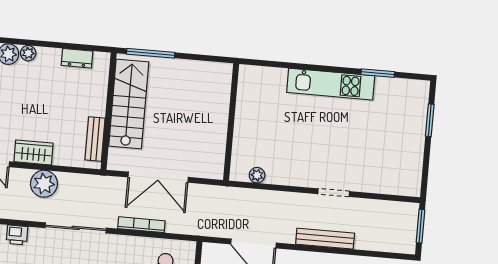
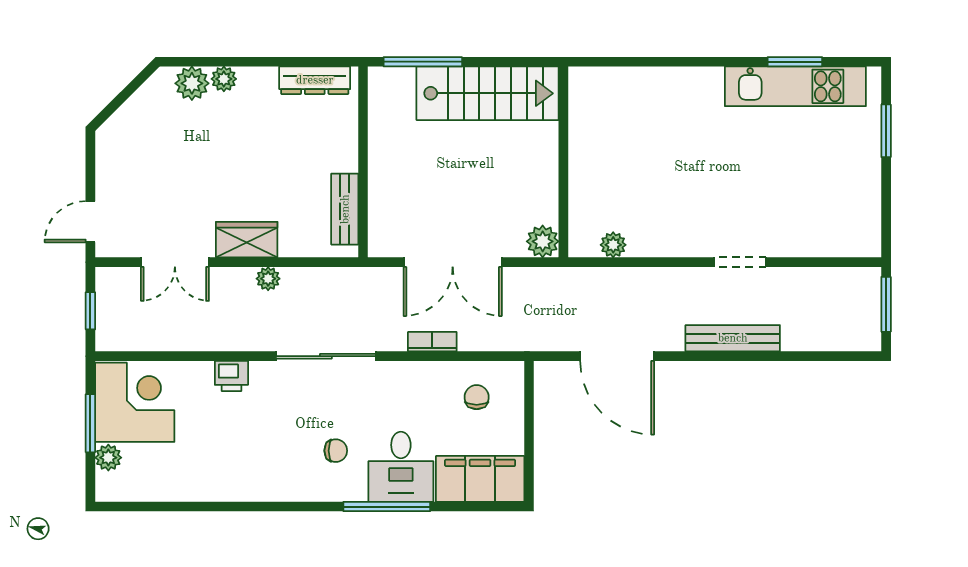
dresser: (77, 58) -> (315, 80), width x1.44
kitchen unit: (331, 84) -> (795, 86), moved
stairs: (129, 104) -> (488, 93), moved, turned 90
plant: (214, 169) -> (543, 241), added
plant: (44, 184) -> (268, 279), width x0.53, depth x0.53
bookcase: (141, 225) -> (432, 342), width x0.64

